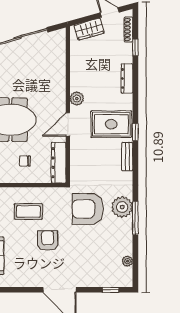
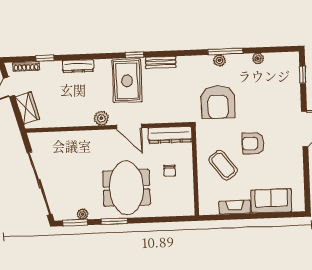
plant: (122, 207) -> (219, 60), width x0.53, depth x0.53
coffee table: (28, 211) -> (223, 165), turned -37
plant: (127, 261) -> (258, 59), moved

